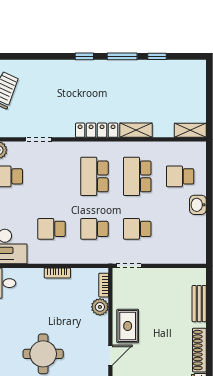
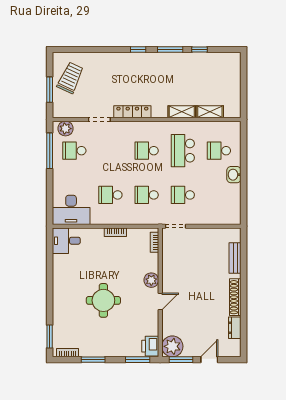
locker: (97, 130) -> (132, 112), moved
shelving: (190, 130) -> (210, 112), moved
school desk: (94, 176) -> (147, 151), width x0.54
plant: (100, 307) -> (151, 280), moved
rug: (128, 326) -> (175, 277), removed

